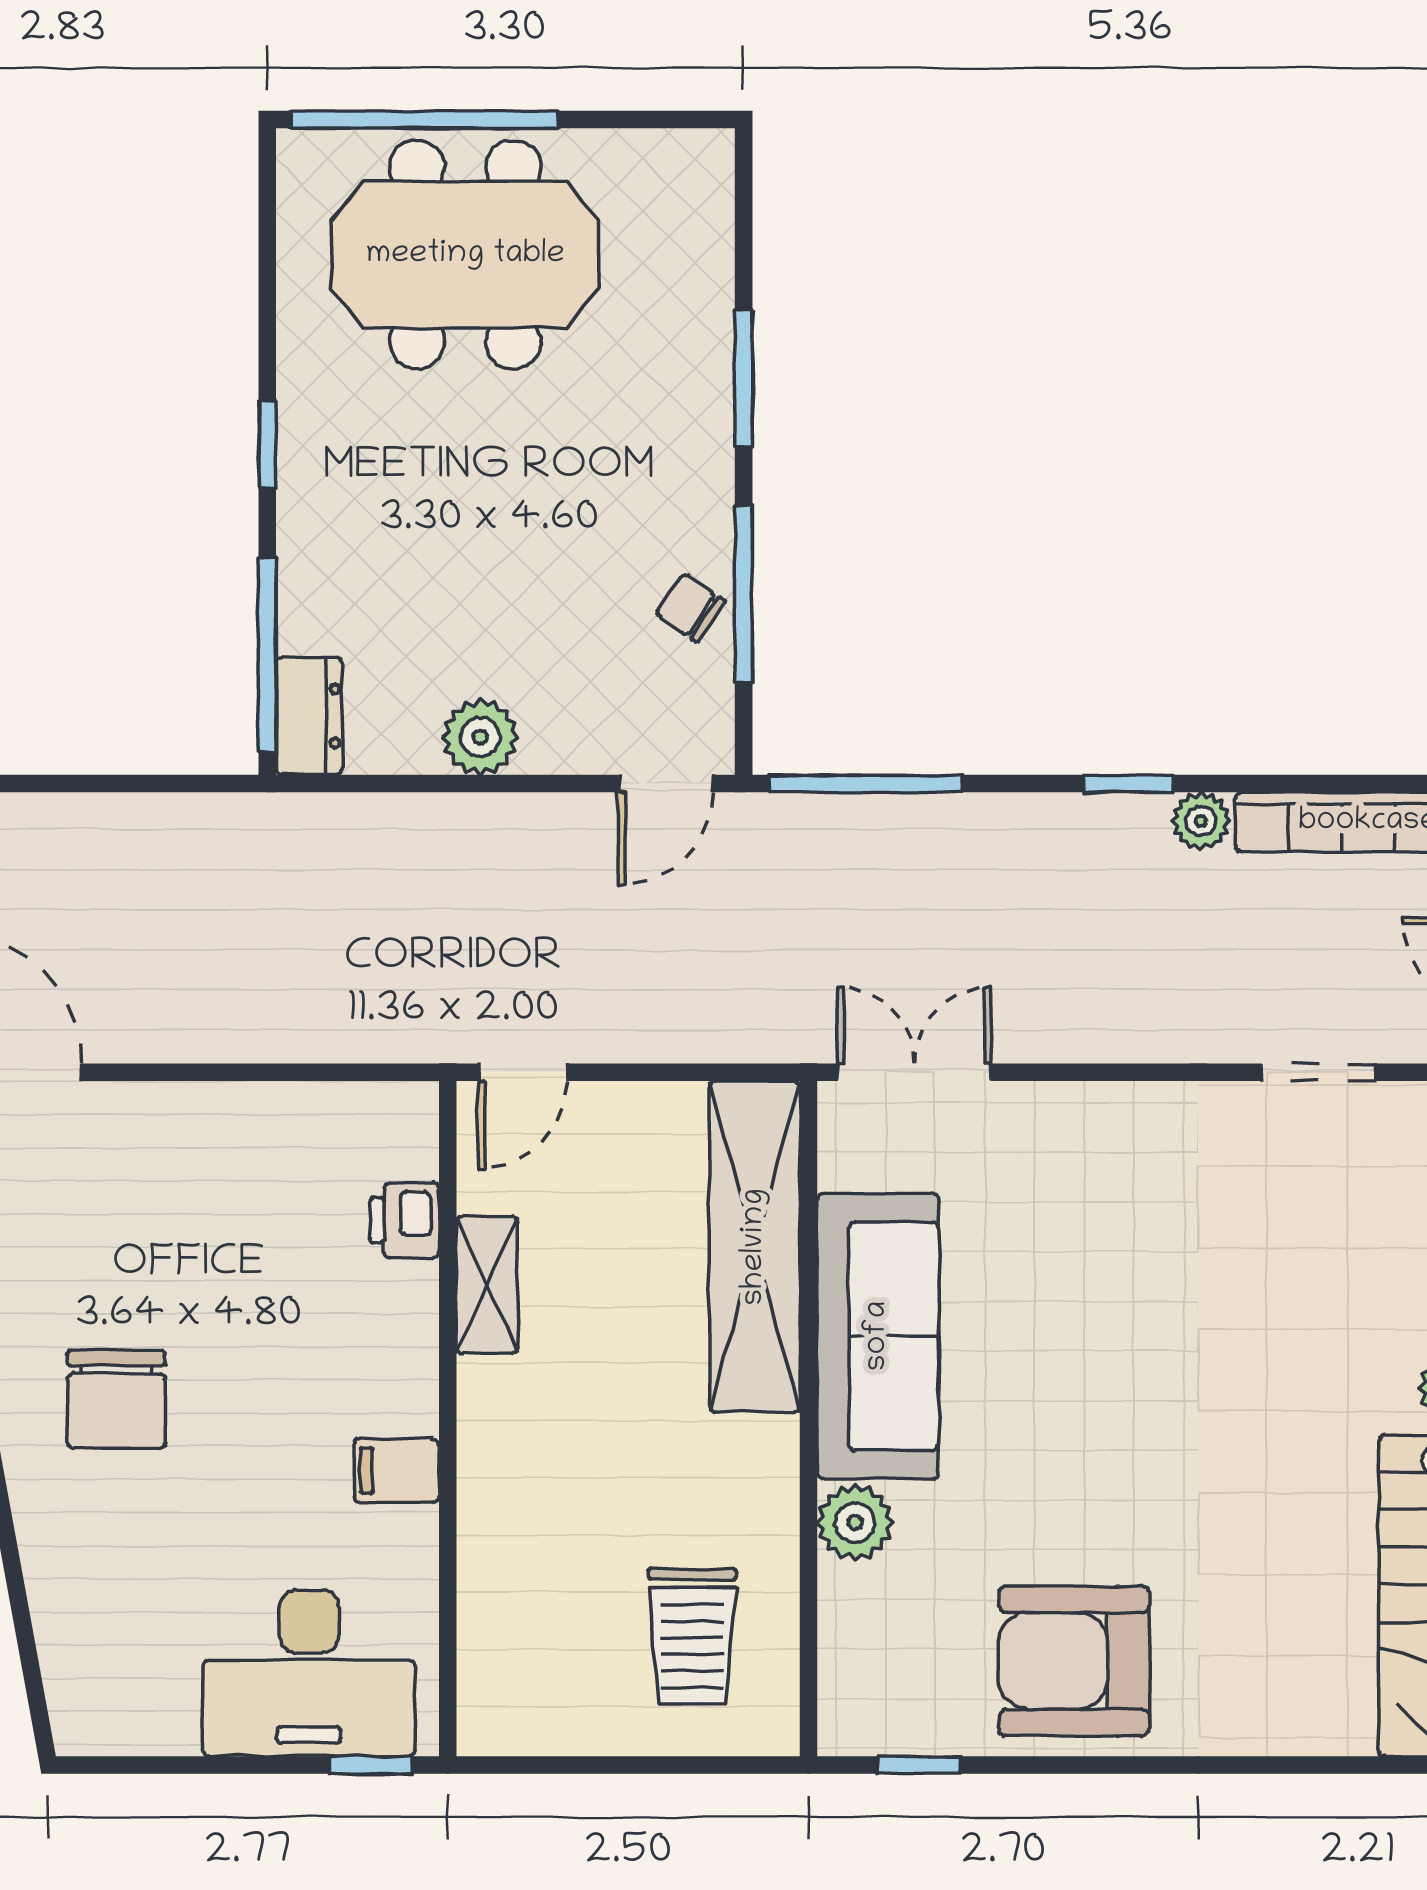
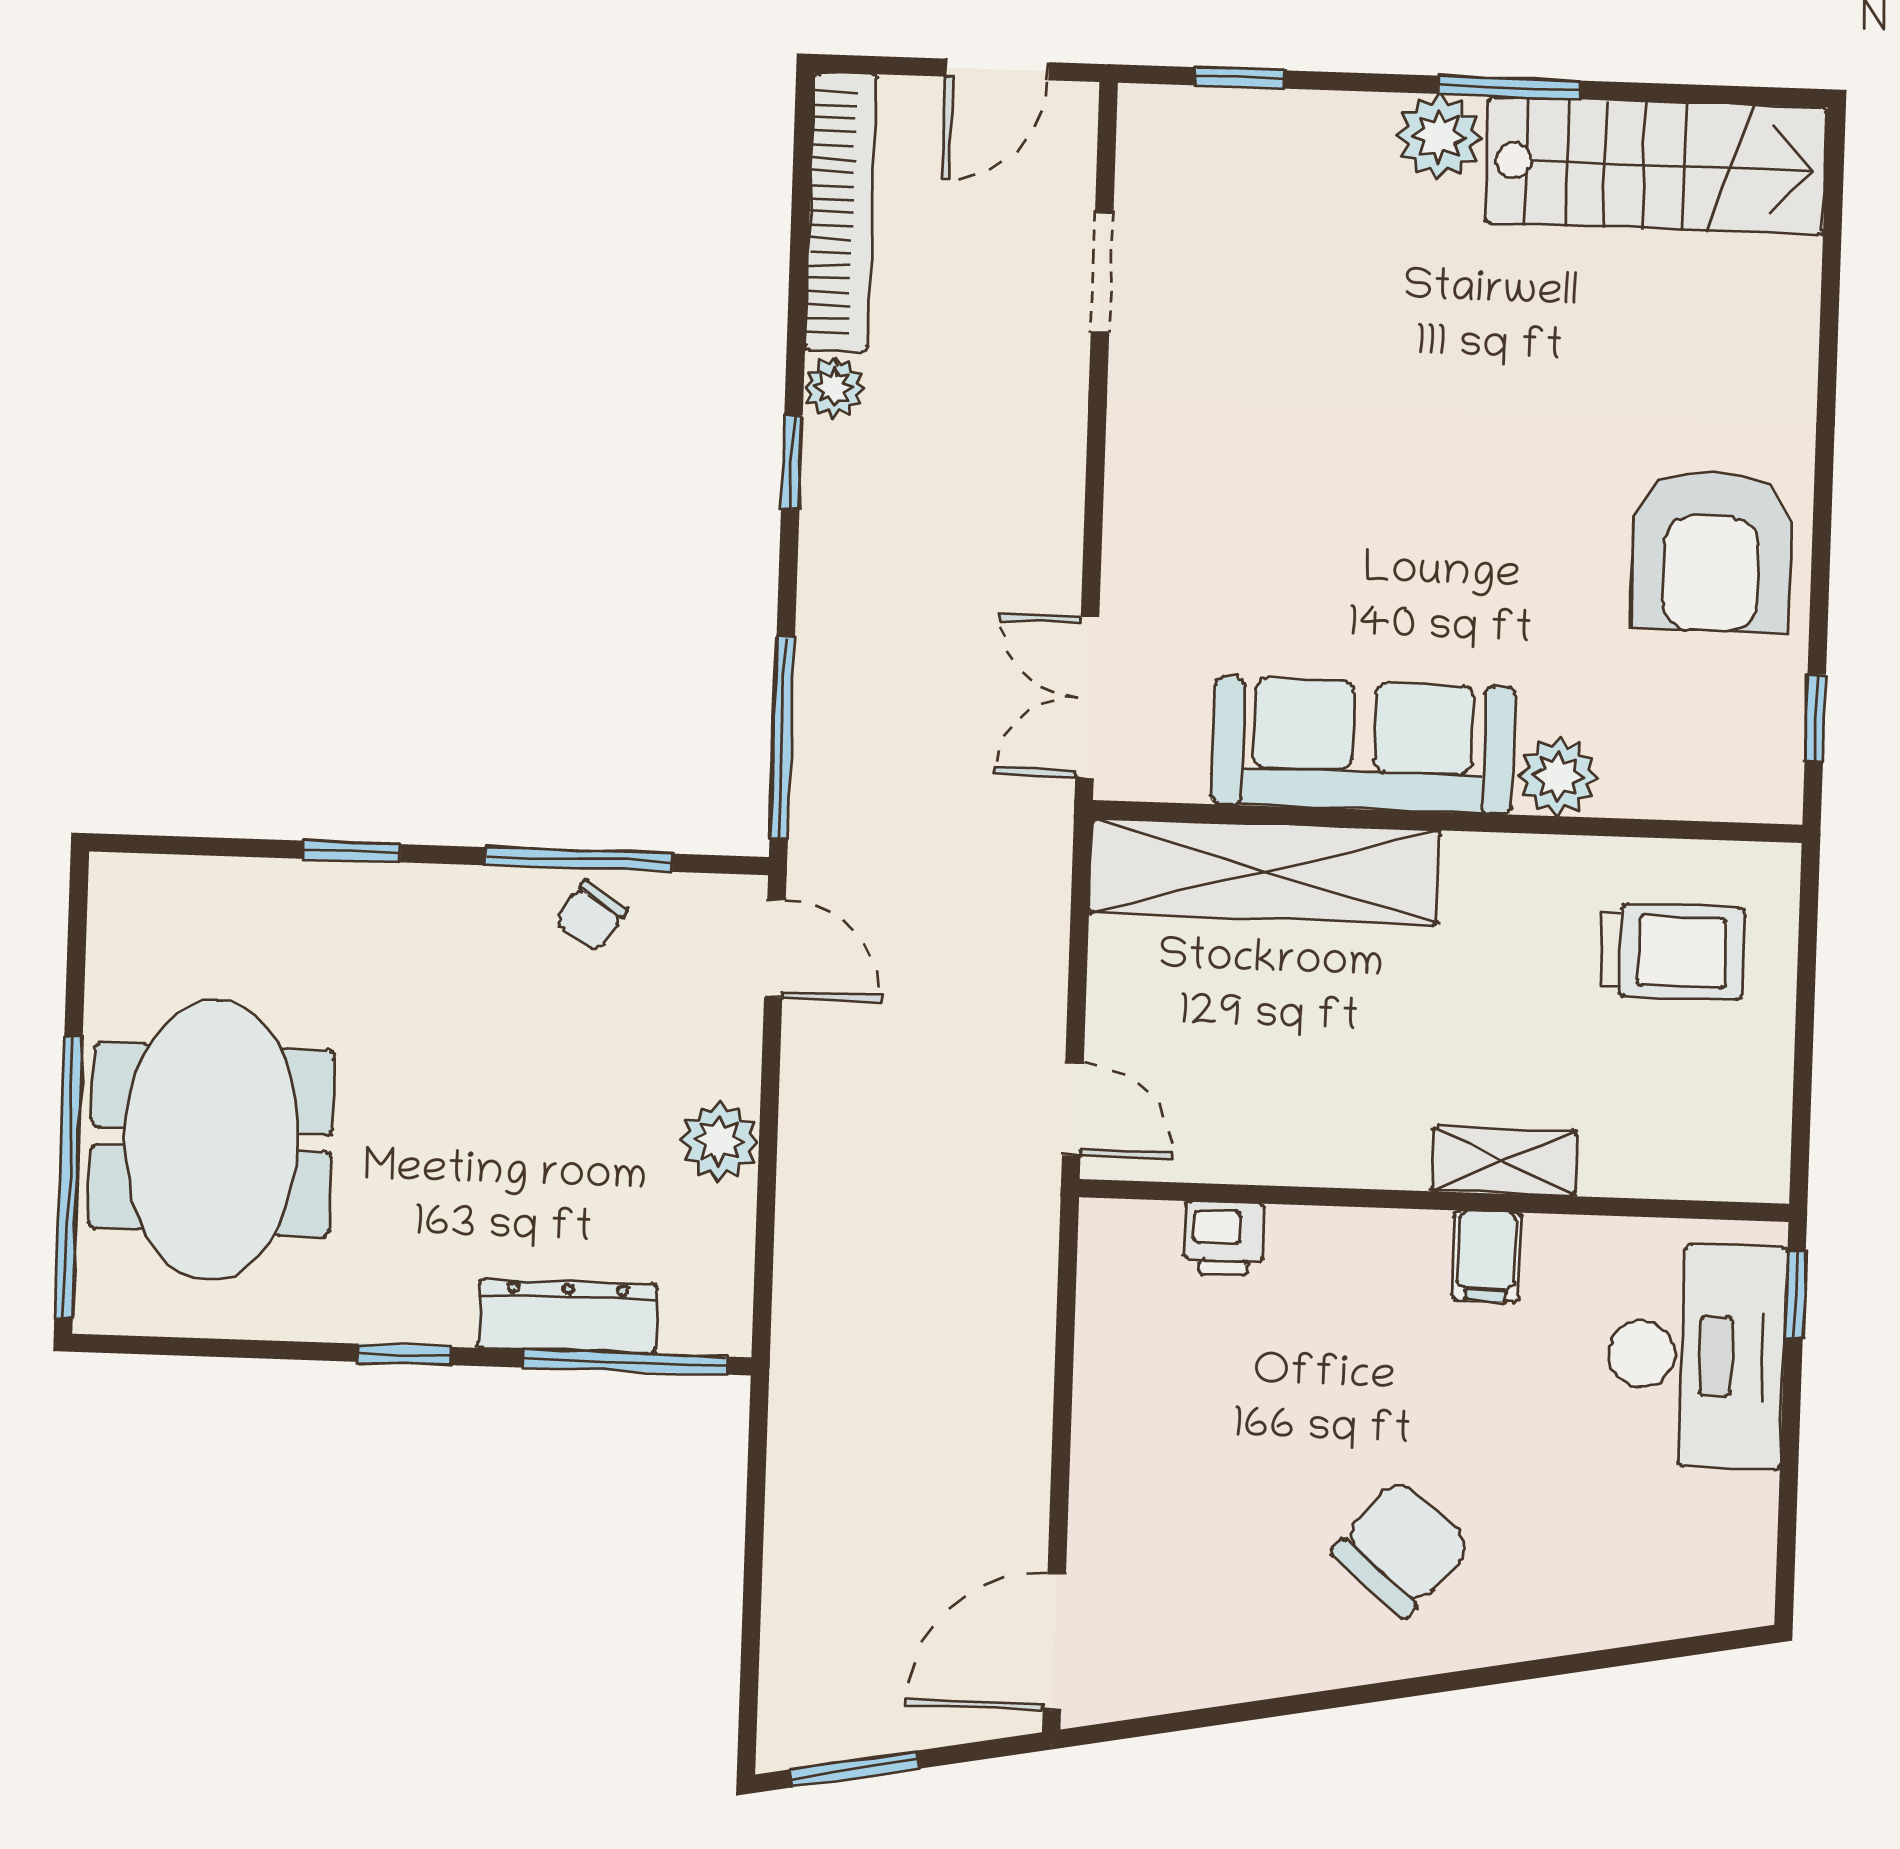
window: (744, 378) -> (352, 852), width x0.67
dresser: (309, 716) -> (567, 1316), moved, width x1.44
shelving: (487, 1285) -> (1504, 1161), moved
chair: (116, 1399) -> (1402, 1548), turned -50

